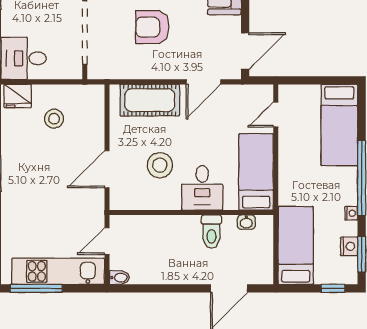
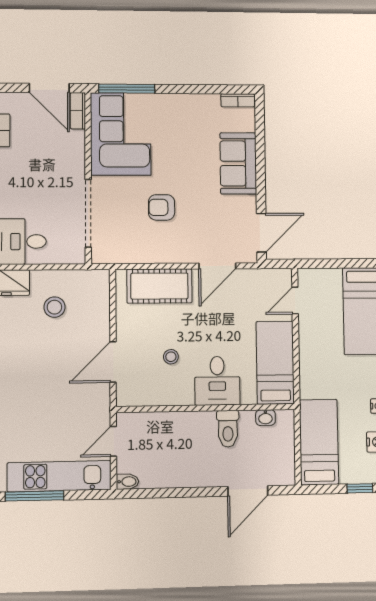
armchair: (152, 27) -> (162, 207), width x0.72, depth x0.72
stool: (160, 165) -> (171, 357), width x0.53, depth x0.53

